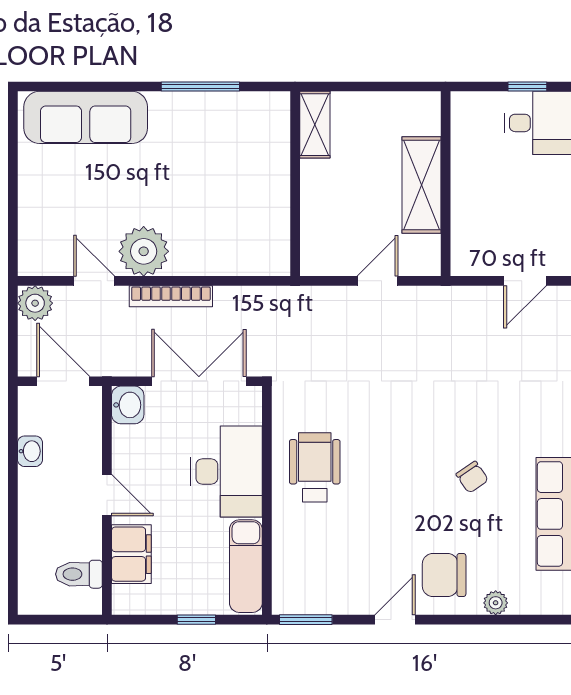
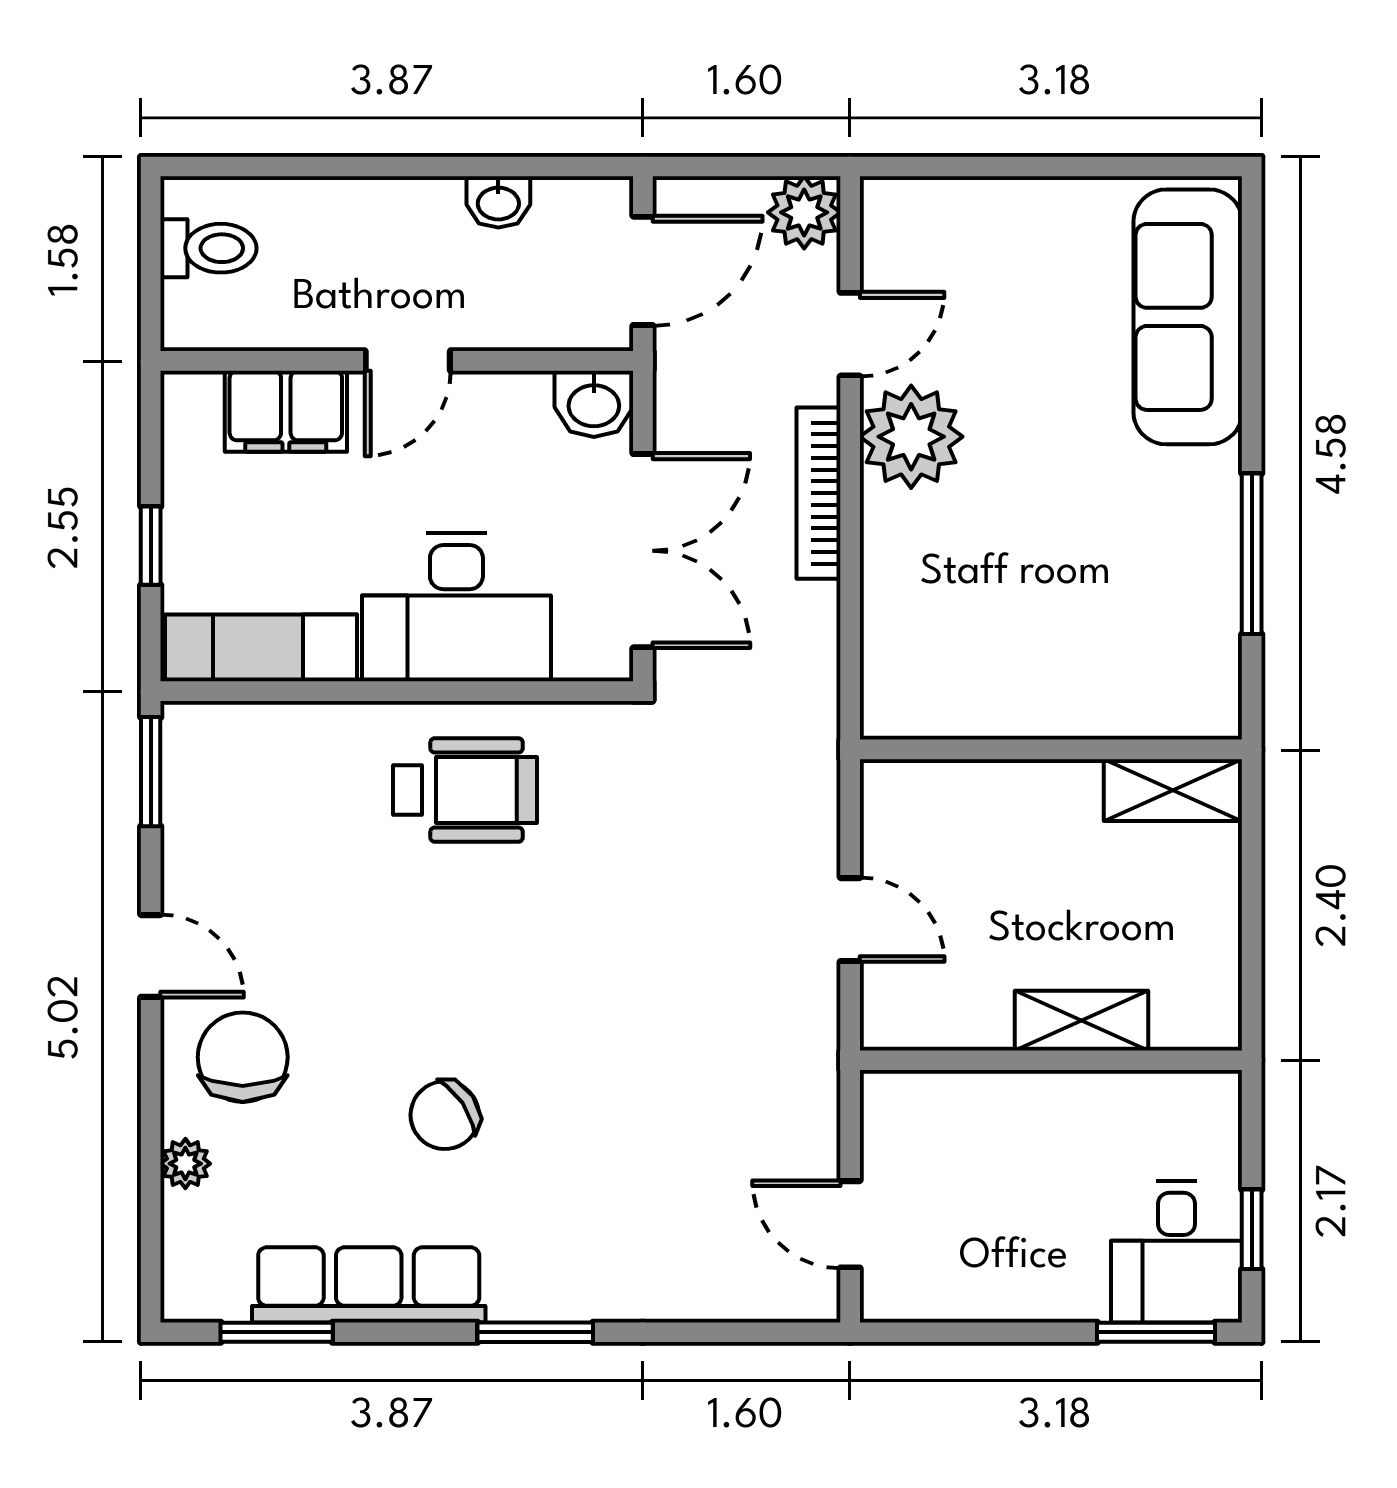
shelving: (422, 185) -> (1082, 1021), width x0.67, depth x0.75
chair: (472, 477) -> (445, 1115), width x1.37, depth x1.37
toilet: (79, 574) -> (208, 248), moved, turned 90

